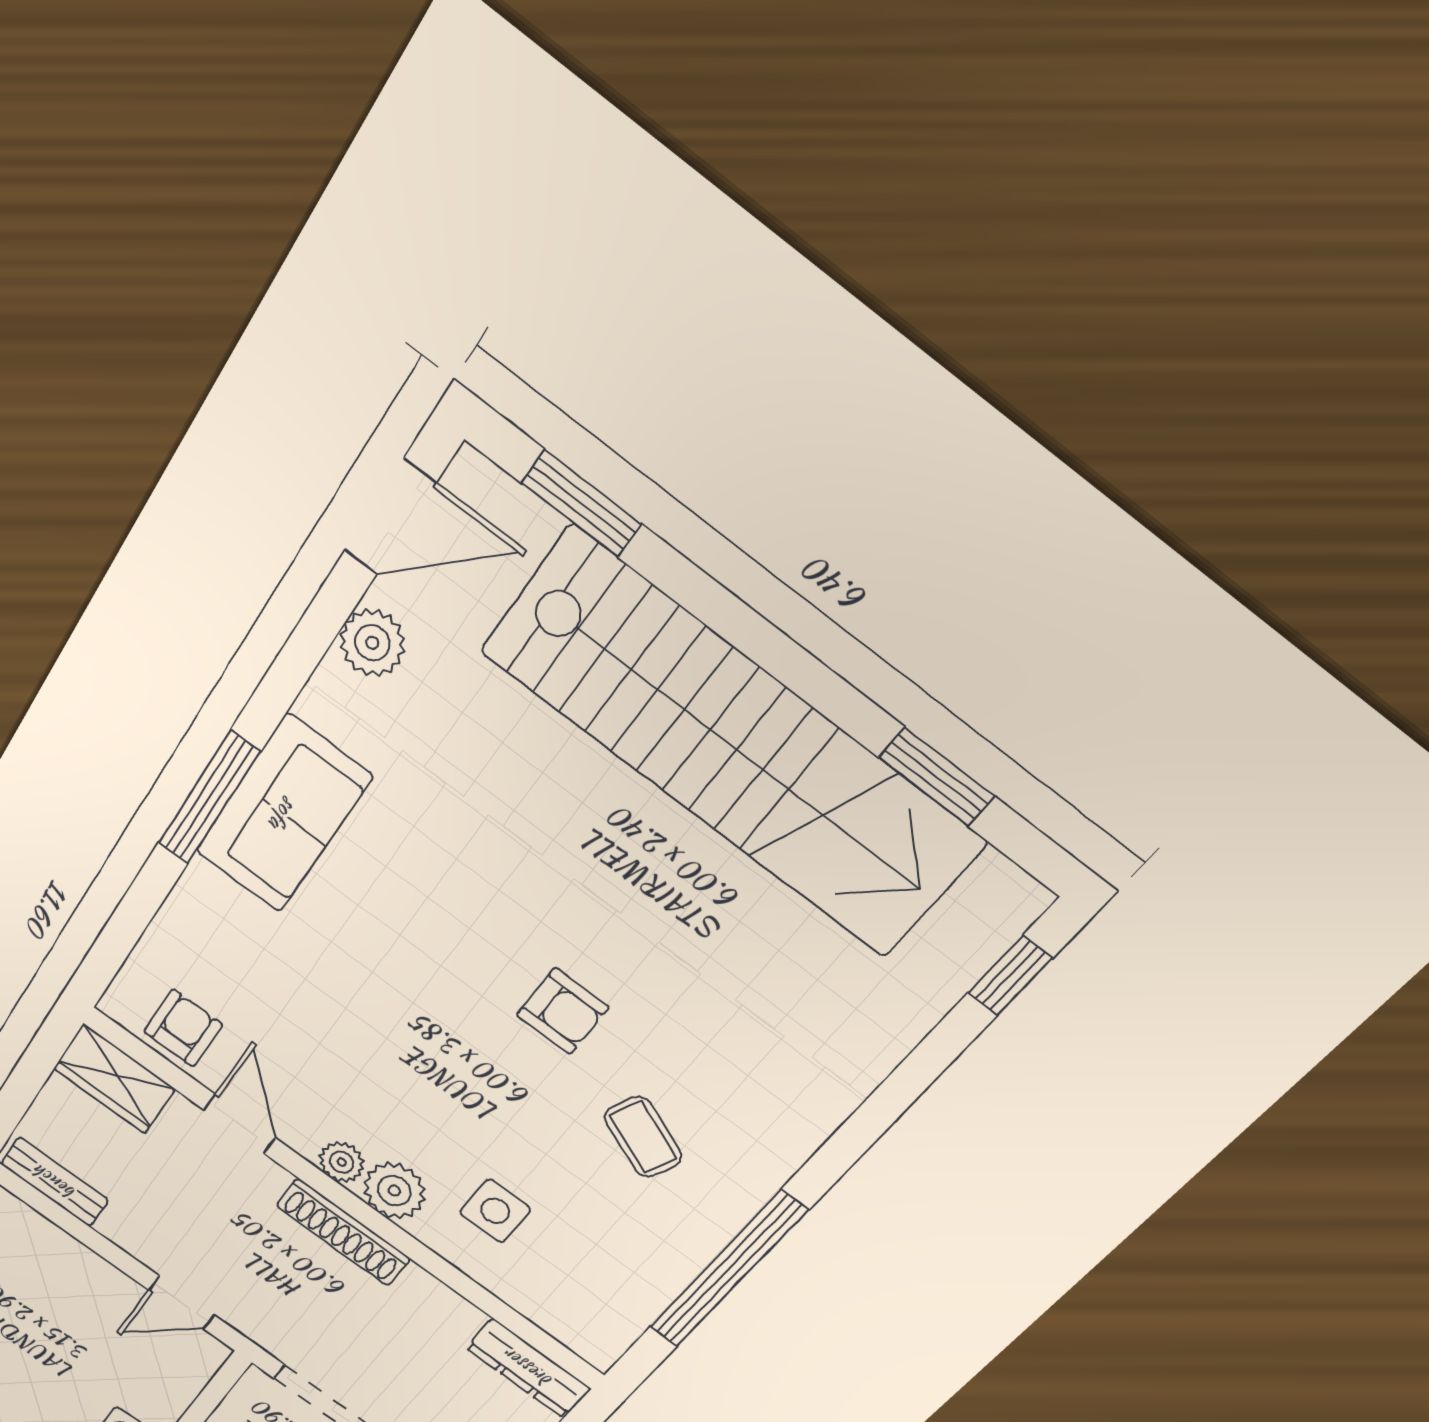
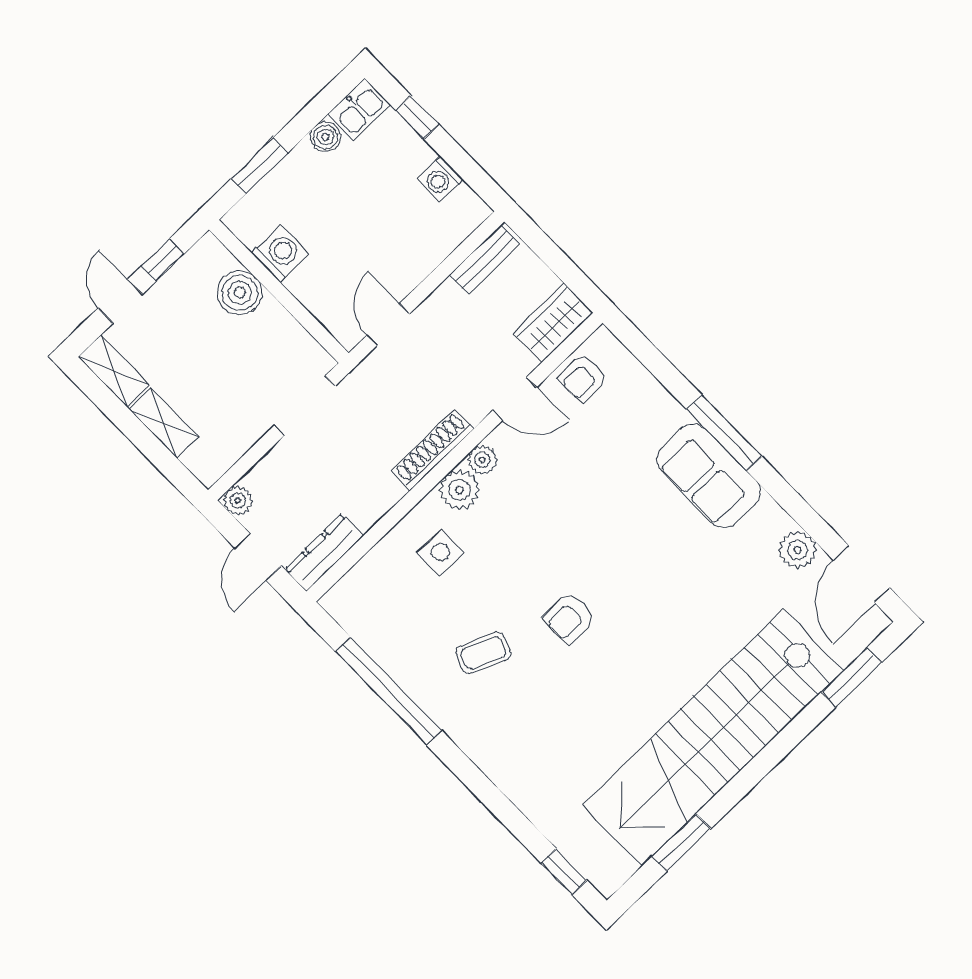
armchair: (183, 1028) -> (583, 378), turned 90

